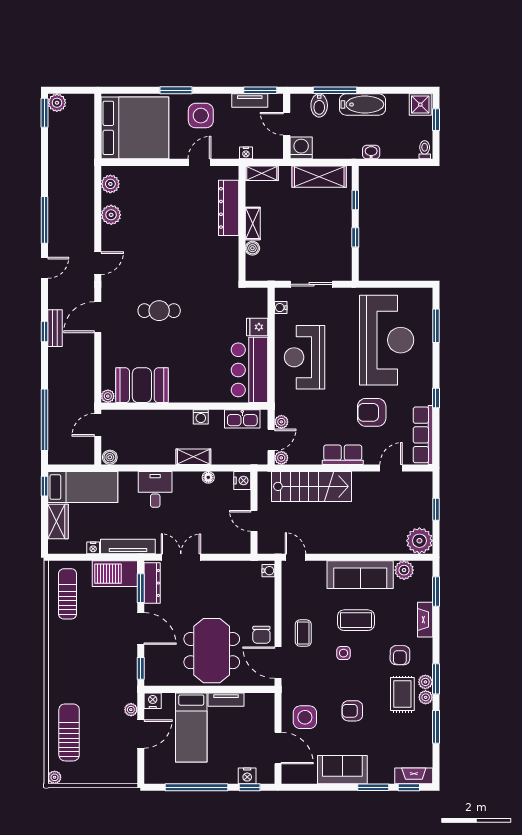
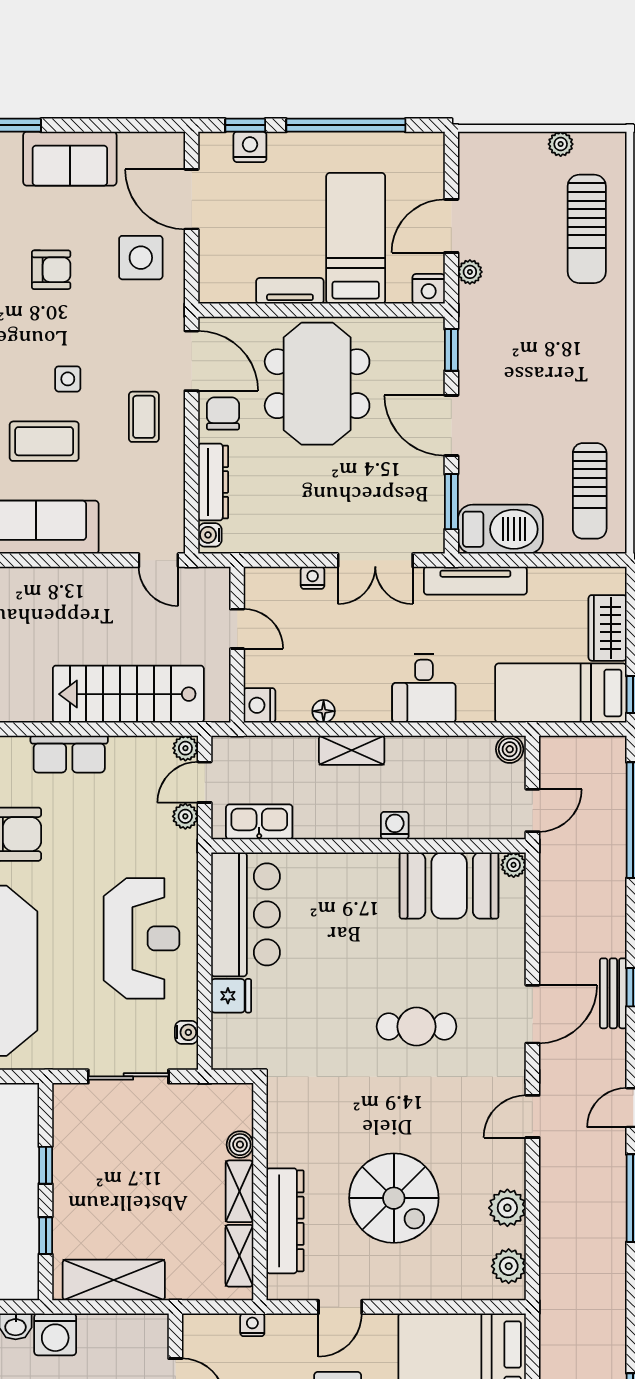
washing machine: (301, 148) -> (55, 1334), moved
shelving: (262, 173) -> (239, 1256), moved, turned 90
spiral stairs: (171, 220) -> (394, 1198), added
washing machine: (201, 417) -> (395, 826), moved
nightstand: (93, 548) -> (313, 578), moved
dresser: (152, 583) -> (213, 482), moved, turned 180
plant: (55, 777) -> (561, 144), moved

